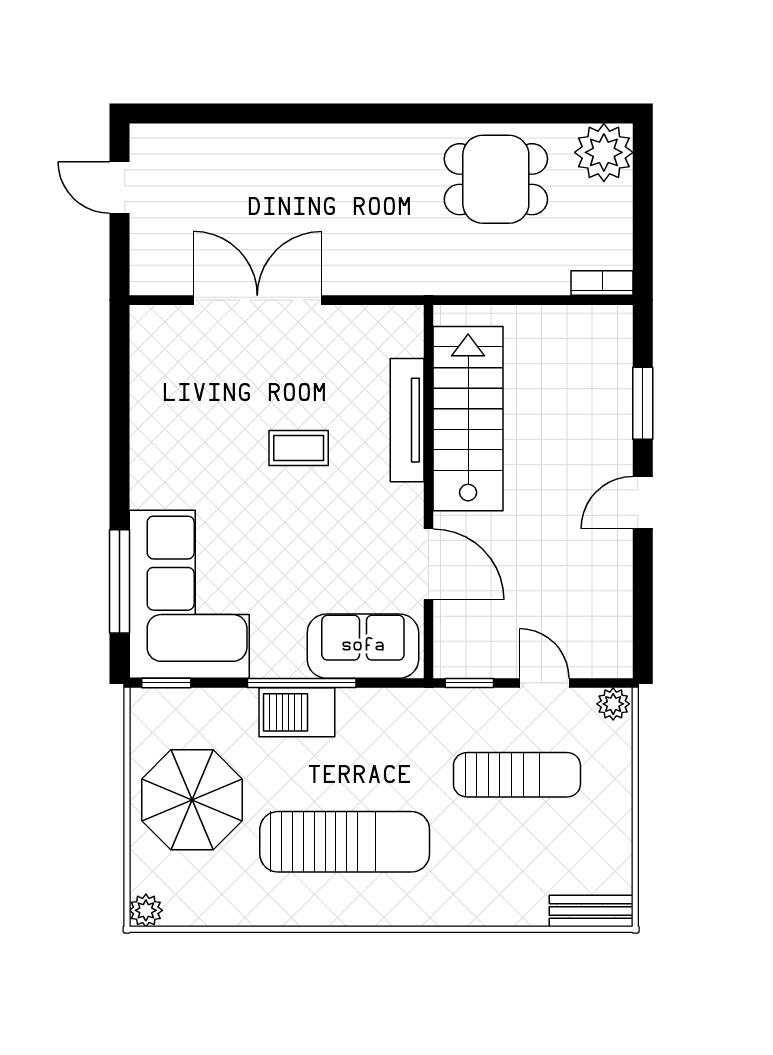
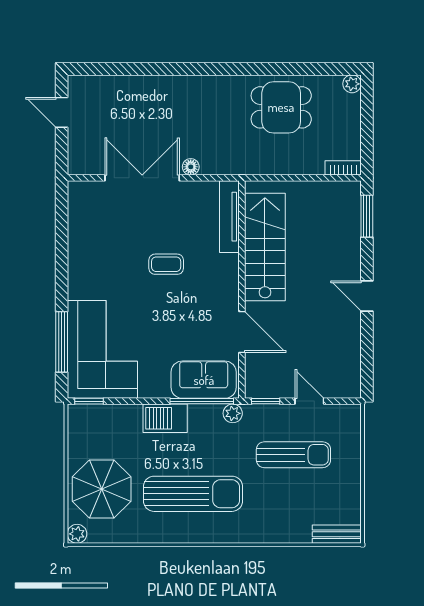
plant: (604, 152) -> (352, 84), width x0.53, depth x0.53
floor lamp: (341, 281) -> (191, 167), added
window: (643, 403) -> (367, 216), moved
tv unit: (407, 420) -> (229, 217), moved
door: (643, 503) -> (367, 296), hinge flipped
window: (302, 683) -> (202, 401), moved
plant: (613, 704) -> (233, 413), moved
parasol: (192, 800) -> (102, 489), moved

